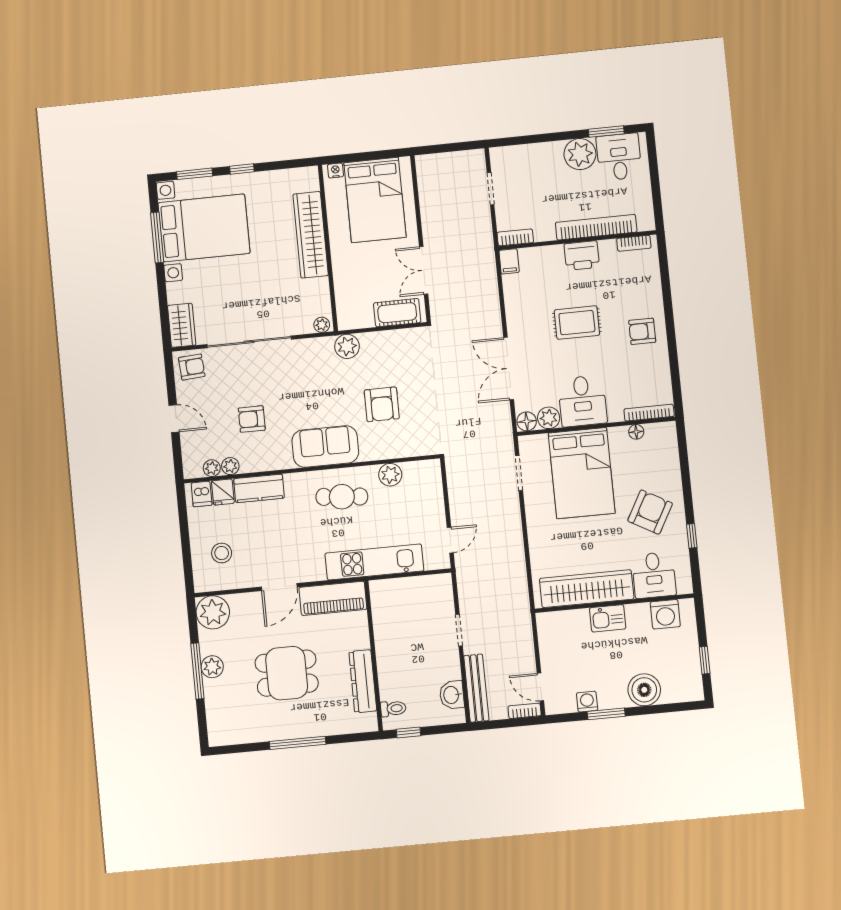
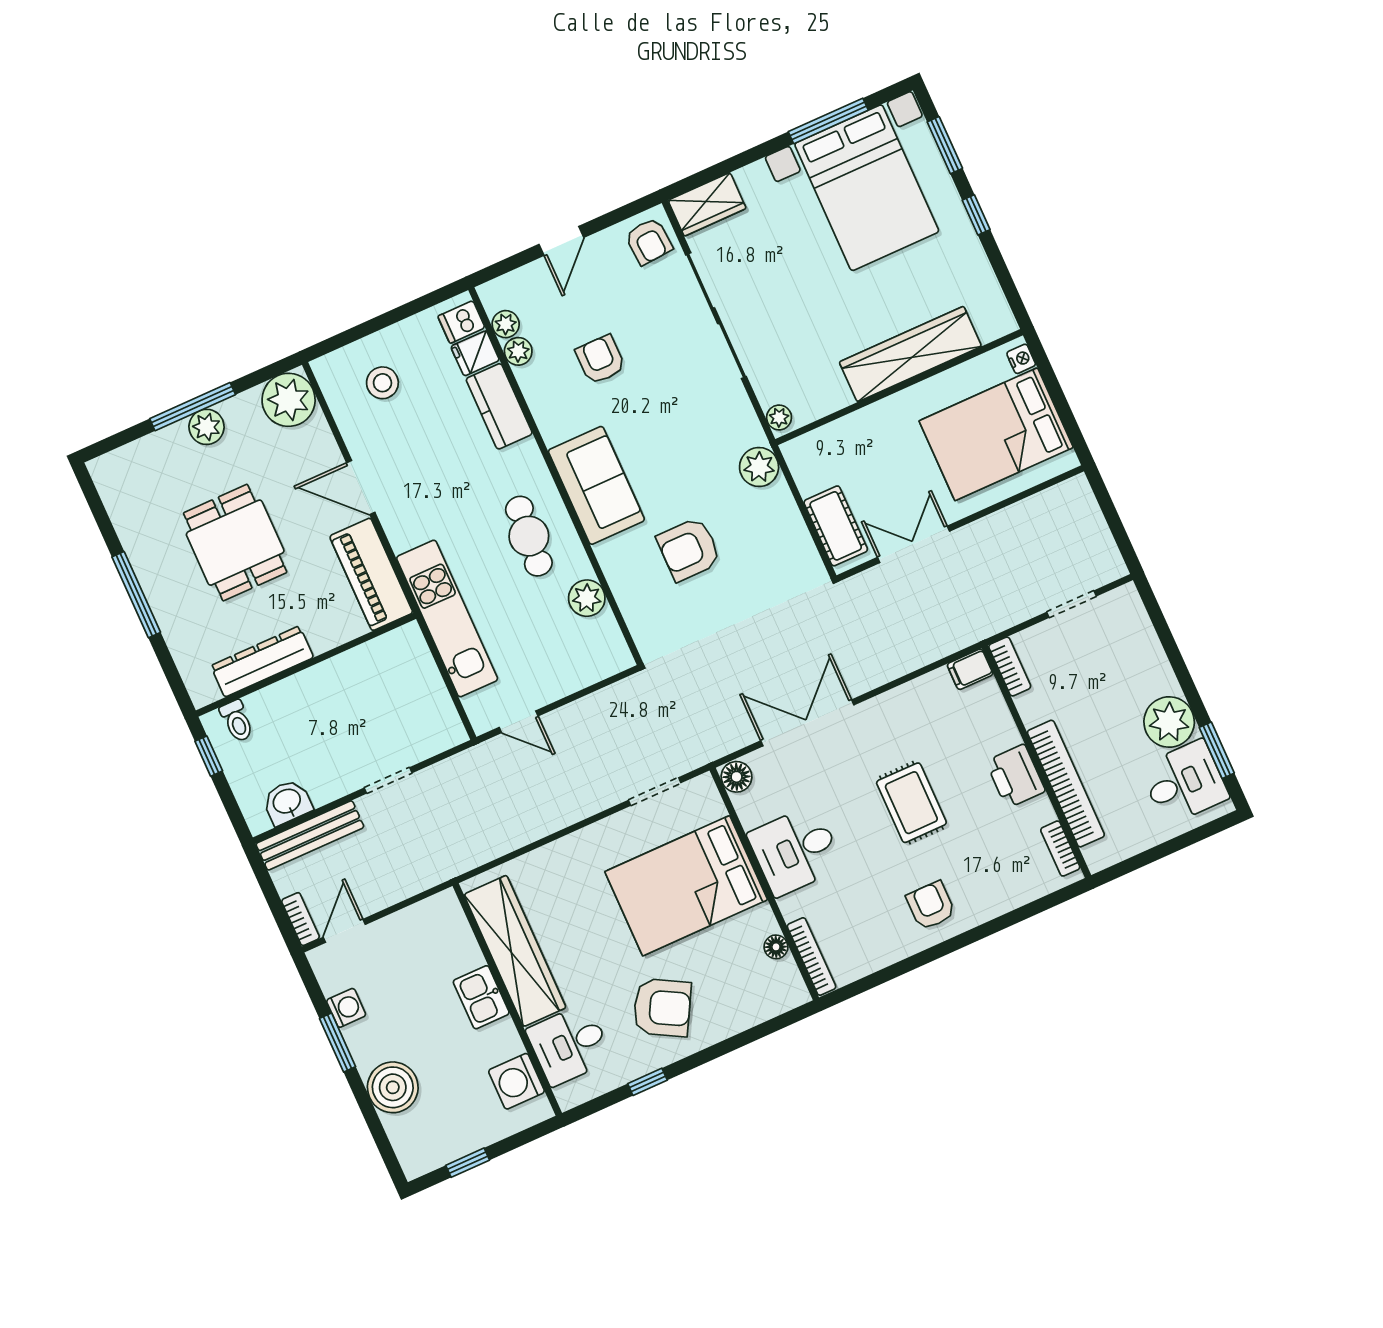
plant: (549, 418) -> (753, 808), removed

